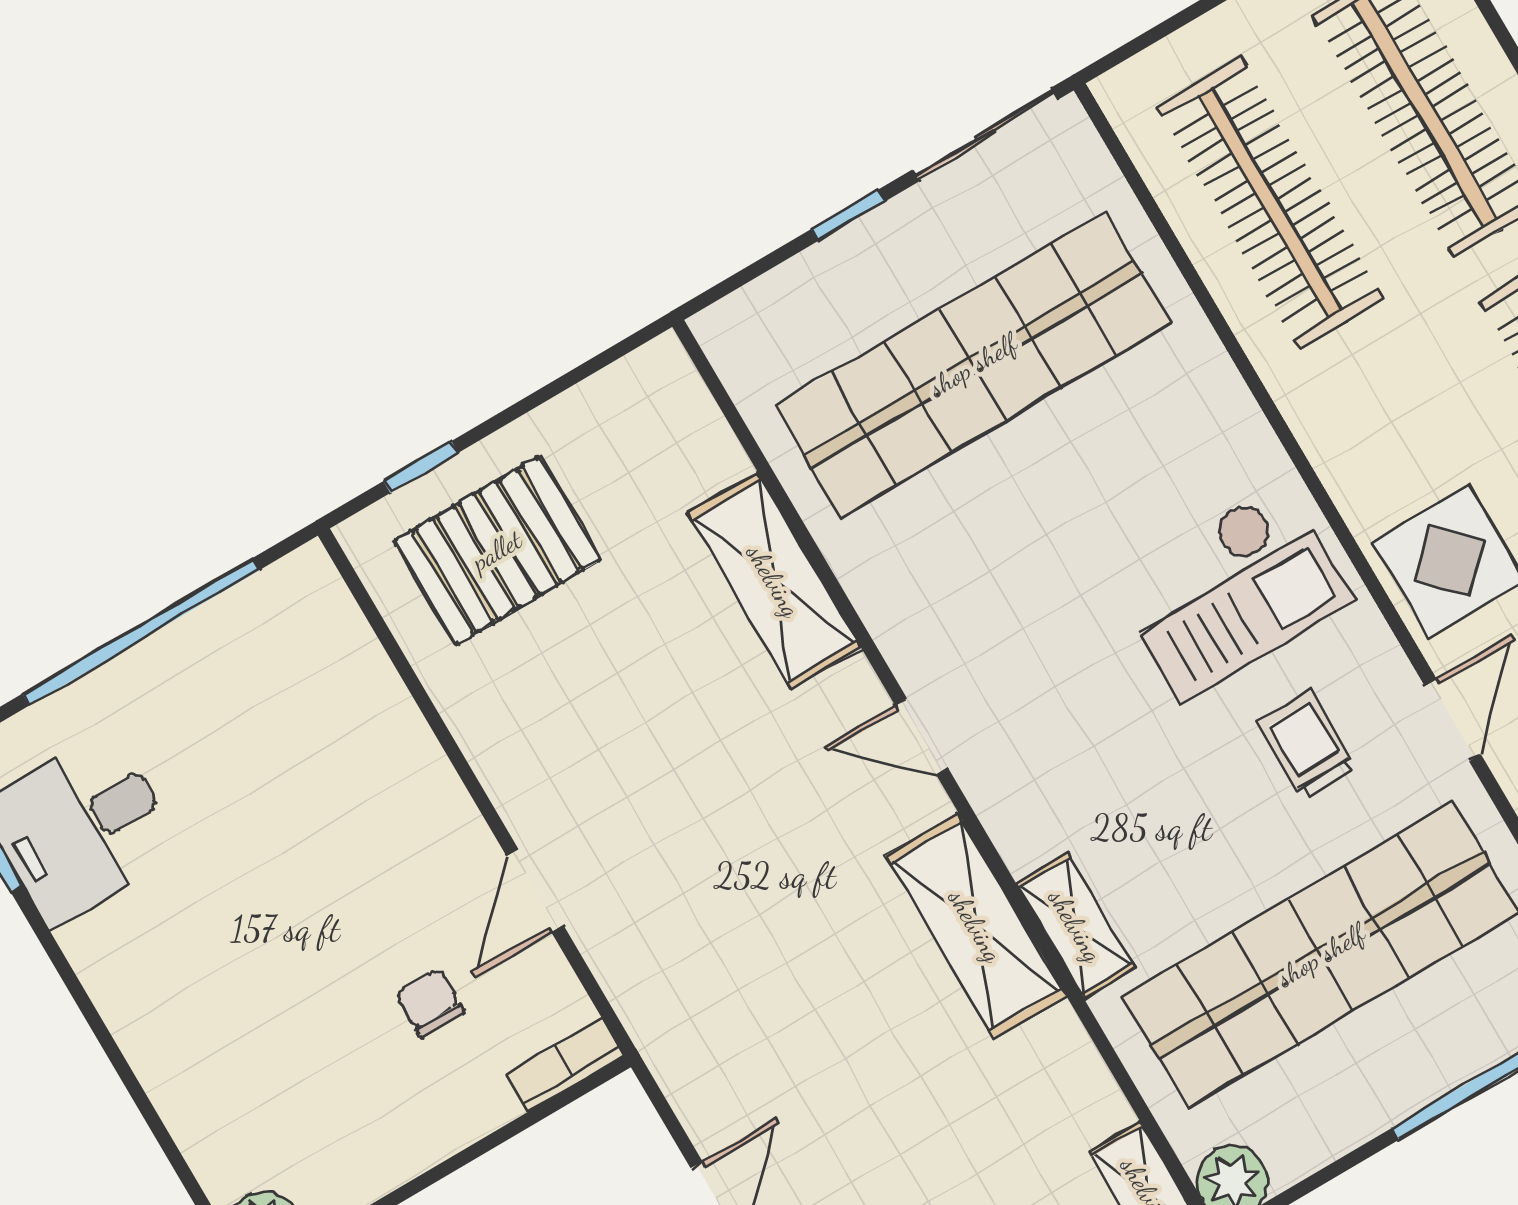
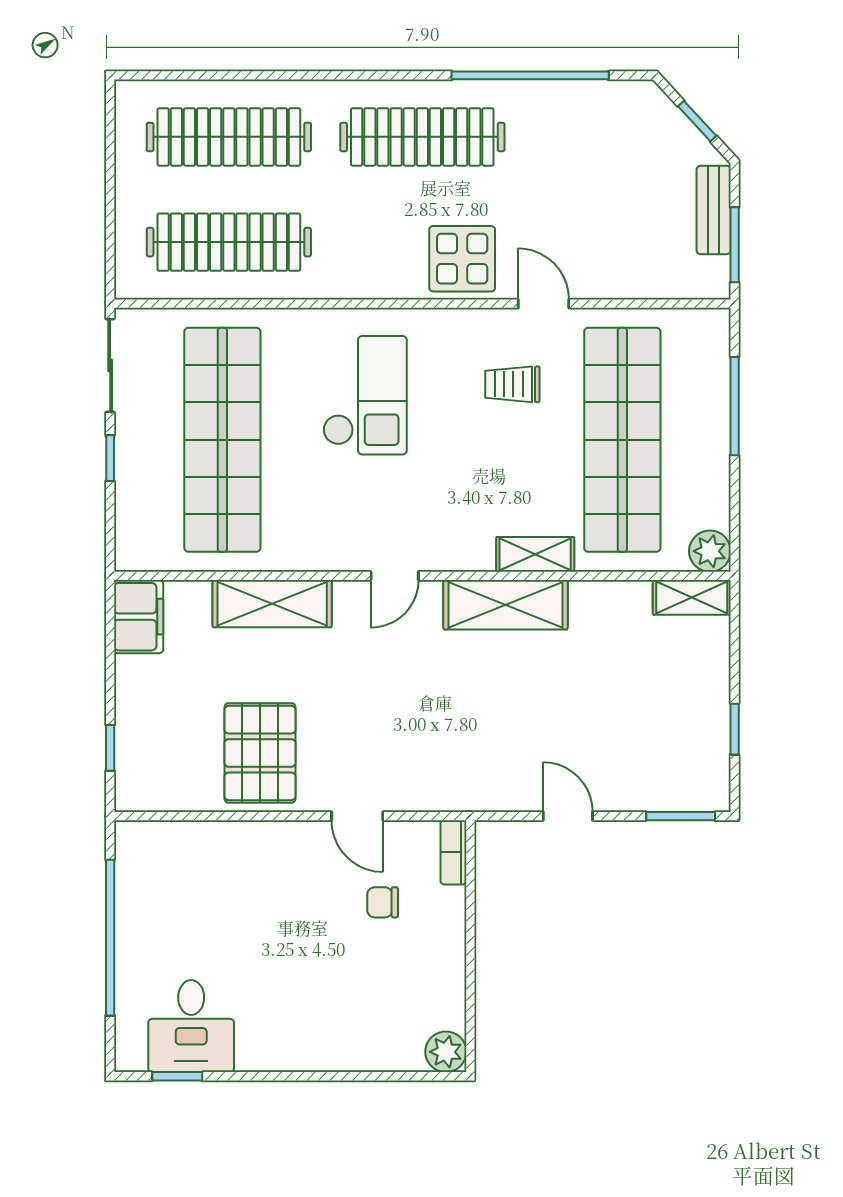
filing cabinet: (639, 395) -> (139, 617), added
pallet: (497, 550) -> (260, 753), moved
checkout: (1232, 591) -> (365, 395), moved

